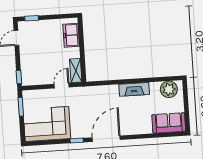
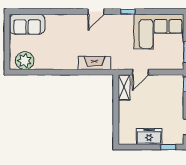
freezer: (71, 35) -> (149, 136), moved, turned -90
fireplace: (134, 89) -> (95, 63), moved
door: (106, 139) -> (96, 12), width x0.53

